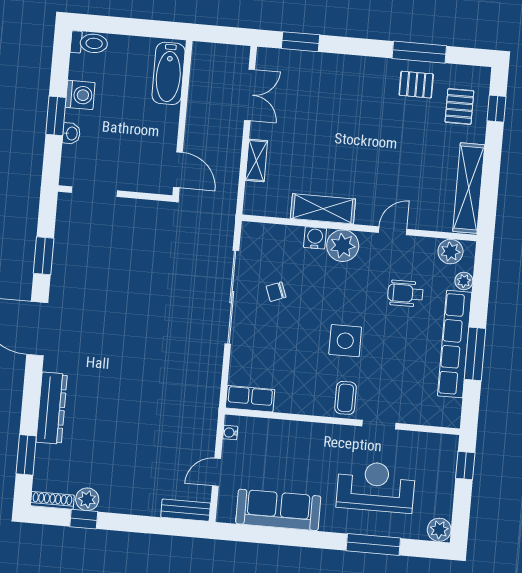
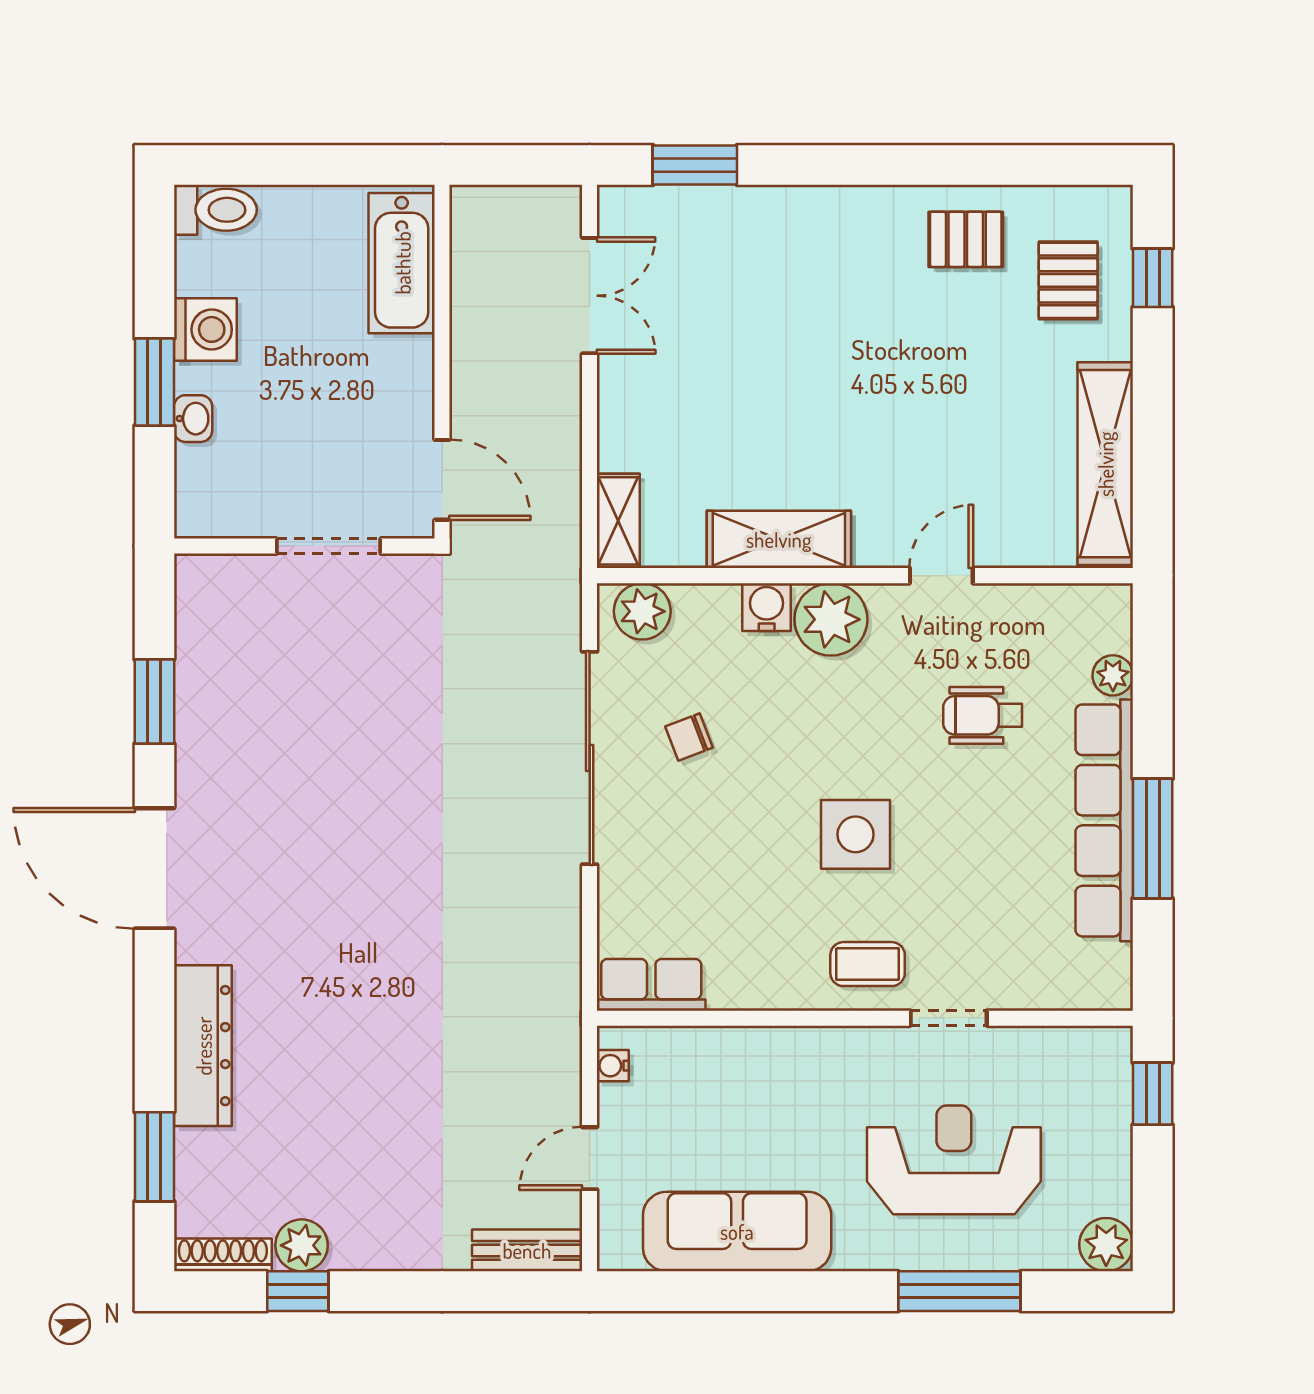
window: (419, 52) -> (966, 165), removed
shelving: (256, 161) -> (618, 521), moved
doorway: (94, 192) -> (329, 546), moved
plant: (450, 252) -> (642, 611), moved
coffee table: (346, 398) -> (868, 964), turned 90

